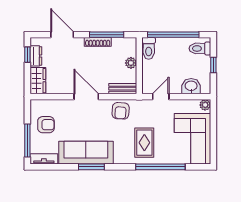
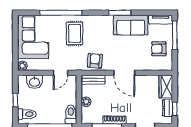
sofa: (86, 153) -> (131, 25), width x0.73

